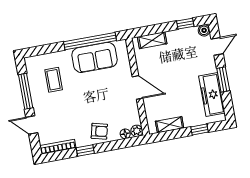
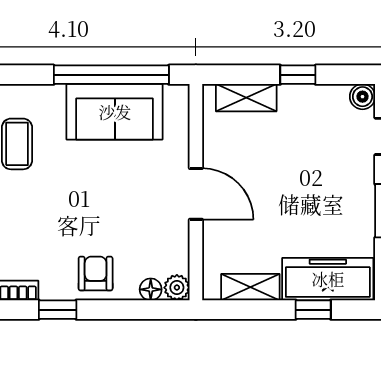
window: (185, 24) -> (298, 75), moved
freezer: (212, 95) -> (328, 279), moved, turned 90
armchair: (99, 131) -> (96, 274), turned -104

